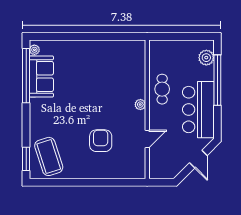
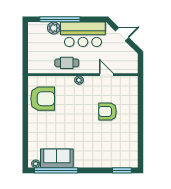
armchair: (117, 58) -> (43, 99), added
plant: (206, 58) -> (54, 28), moved
coffee table: (49, 156) -> (120, 152), removed

